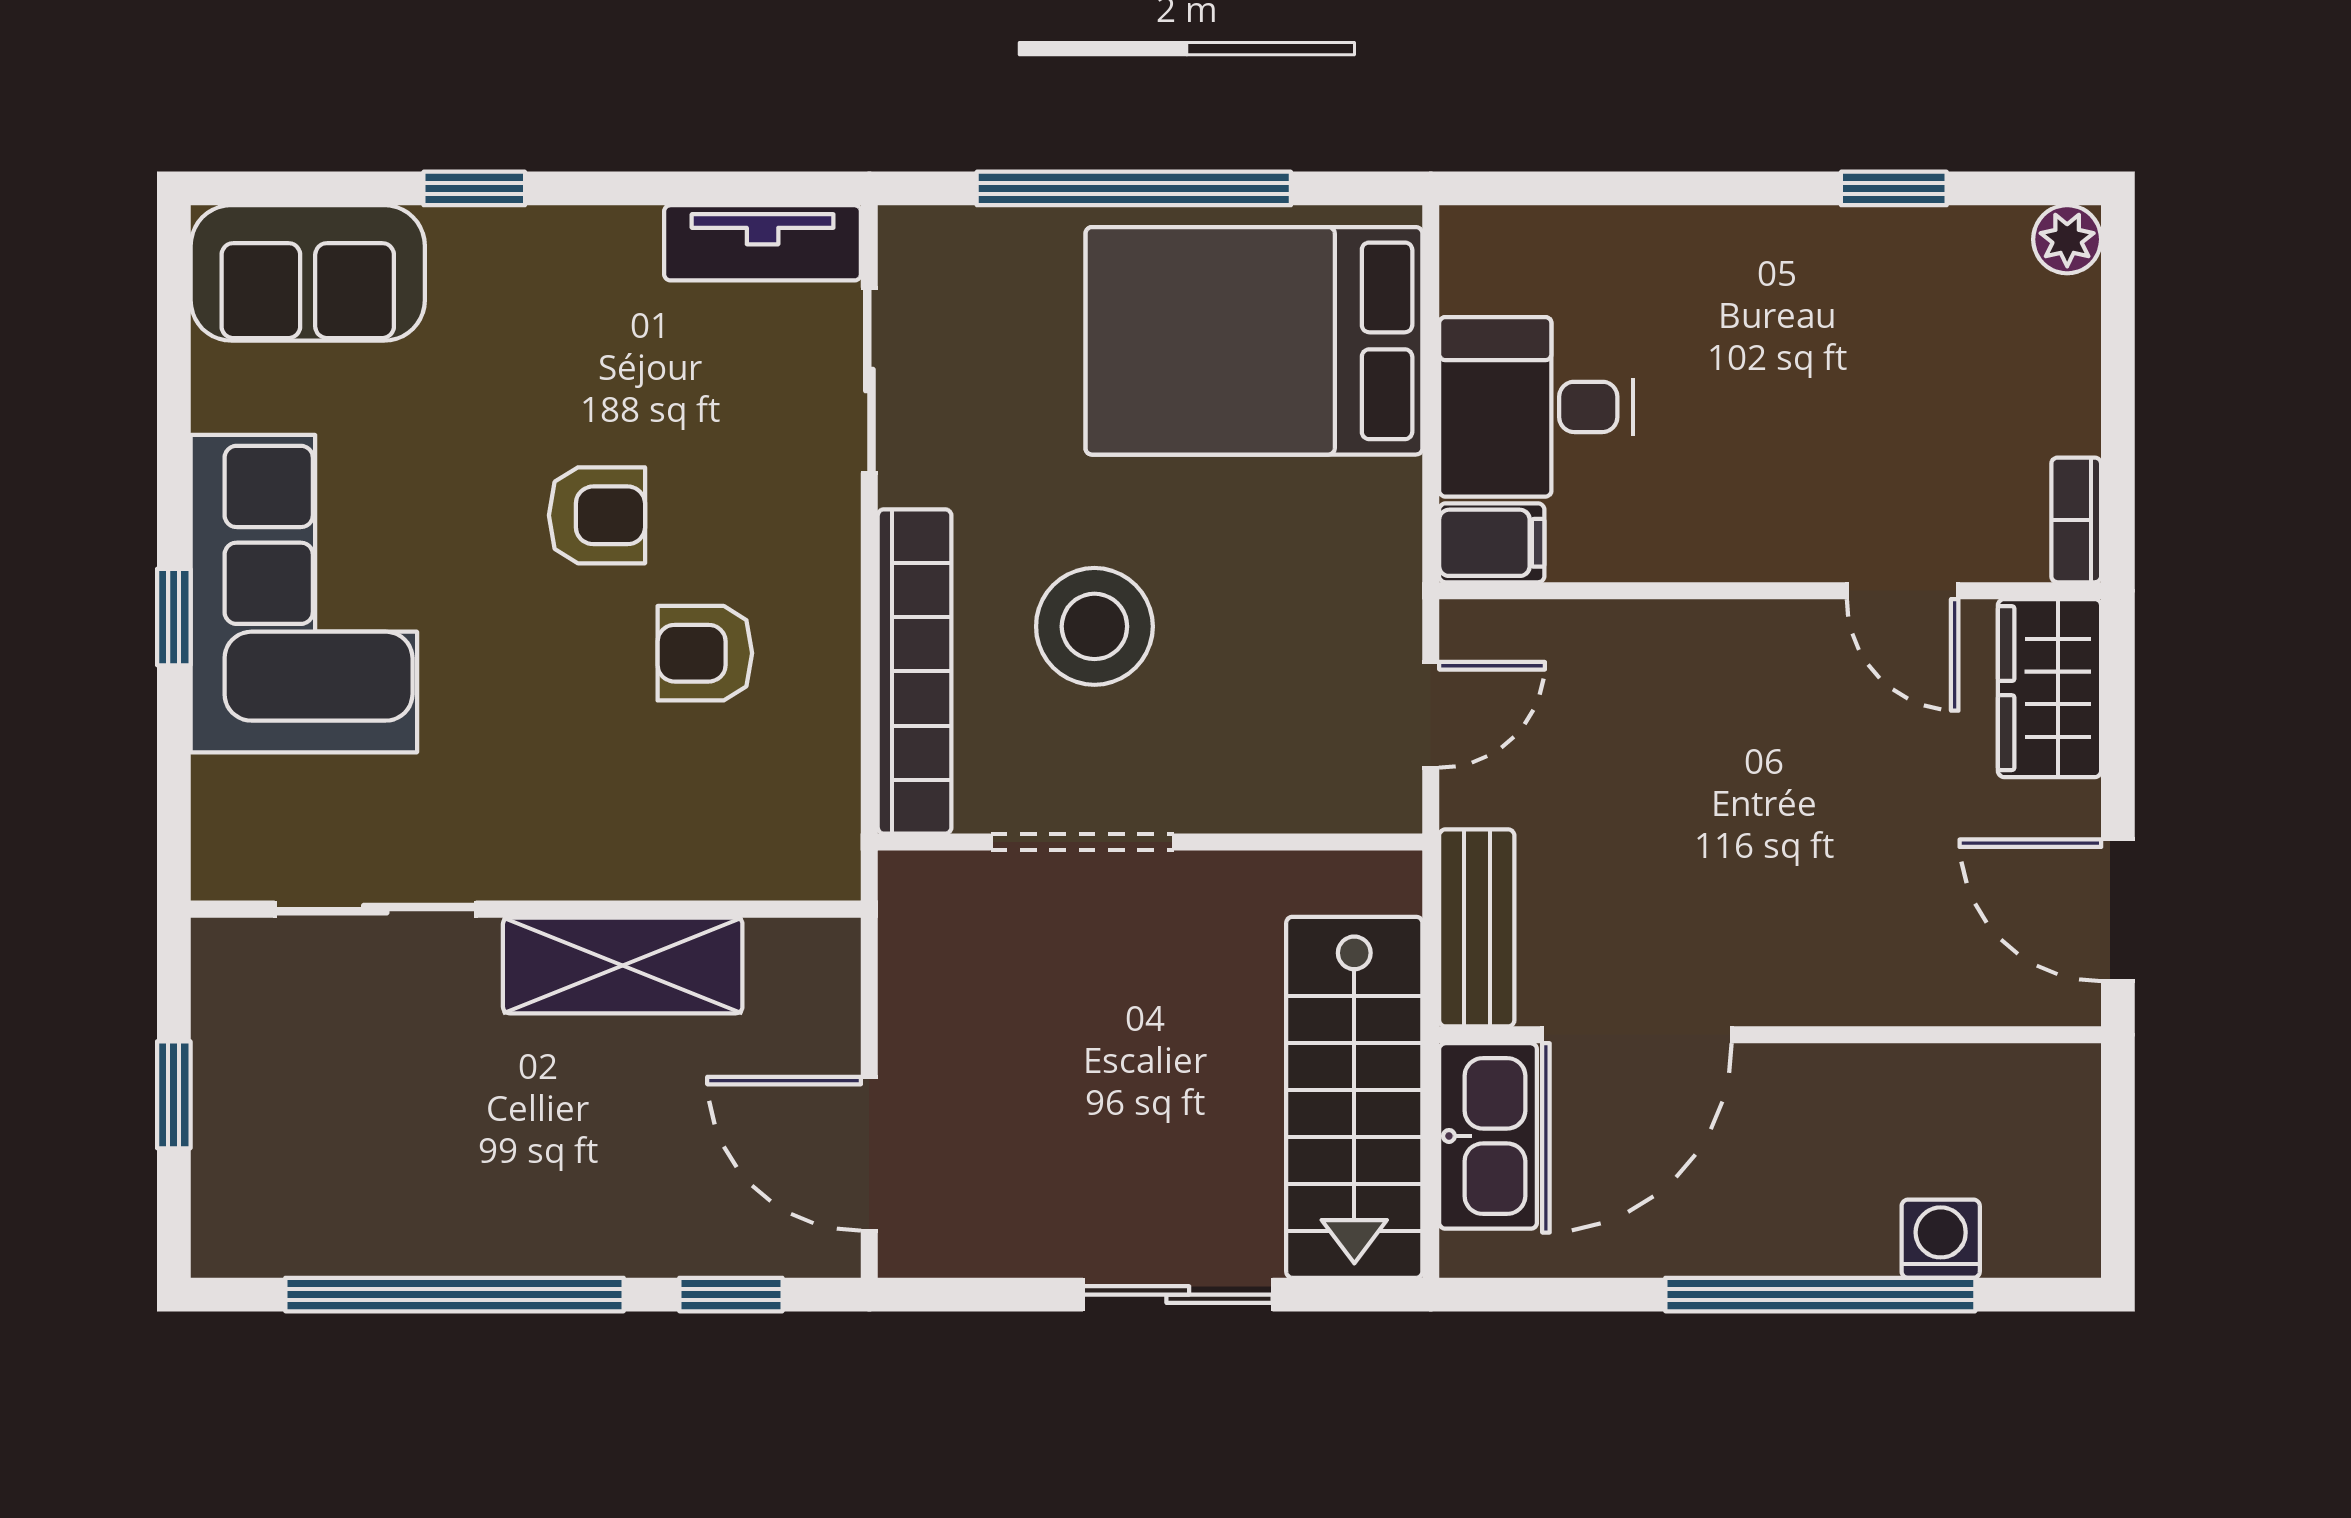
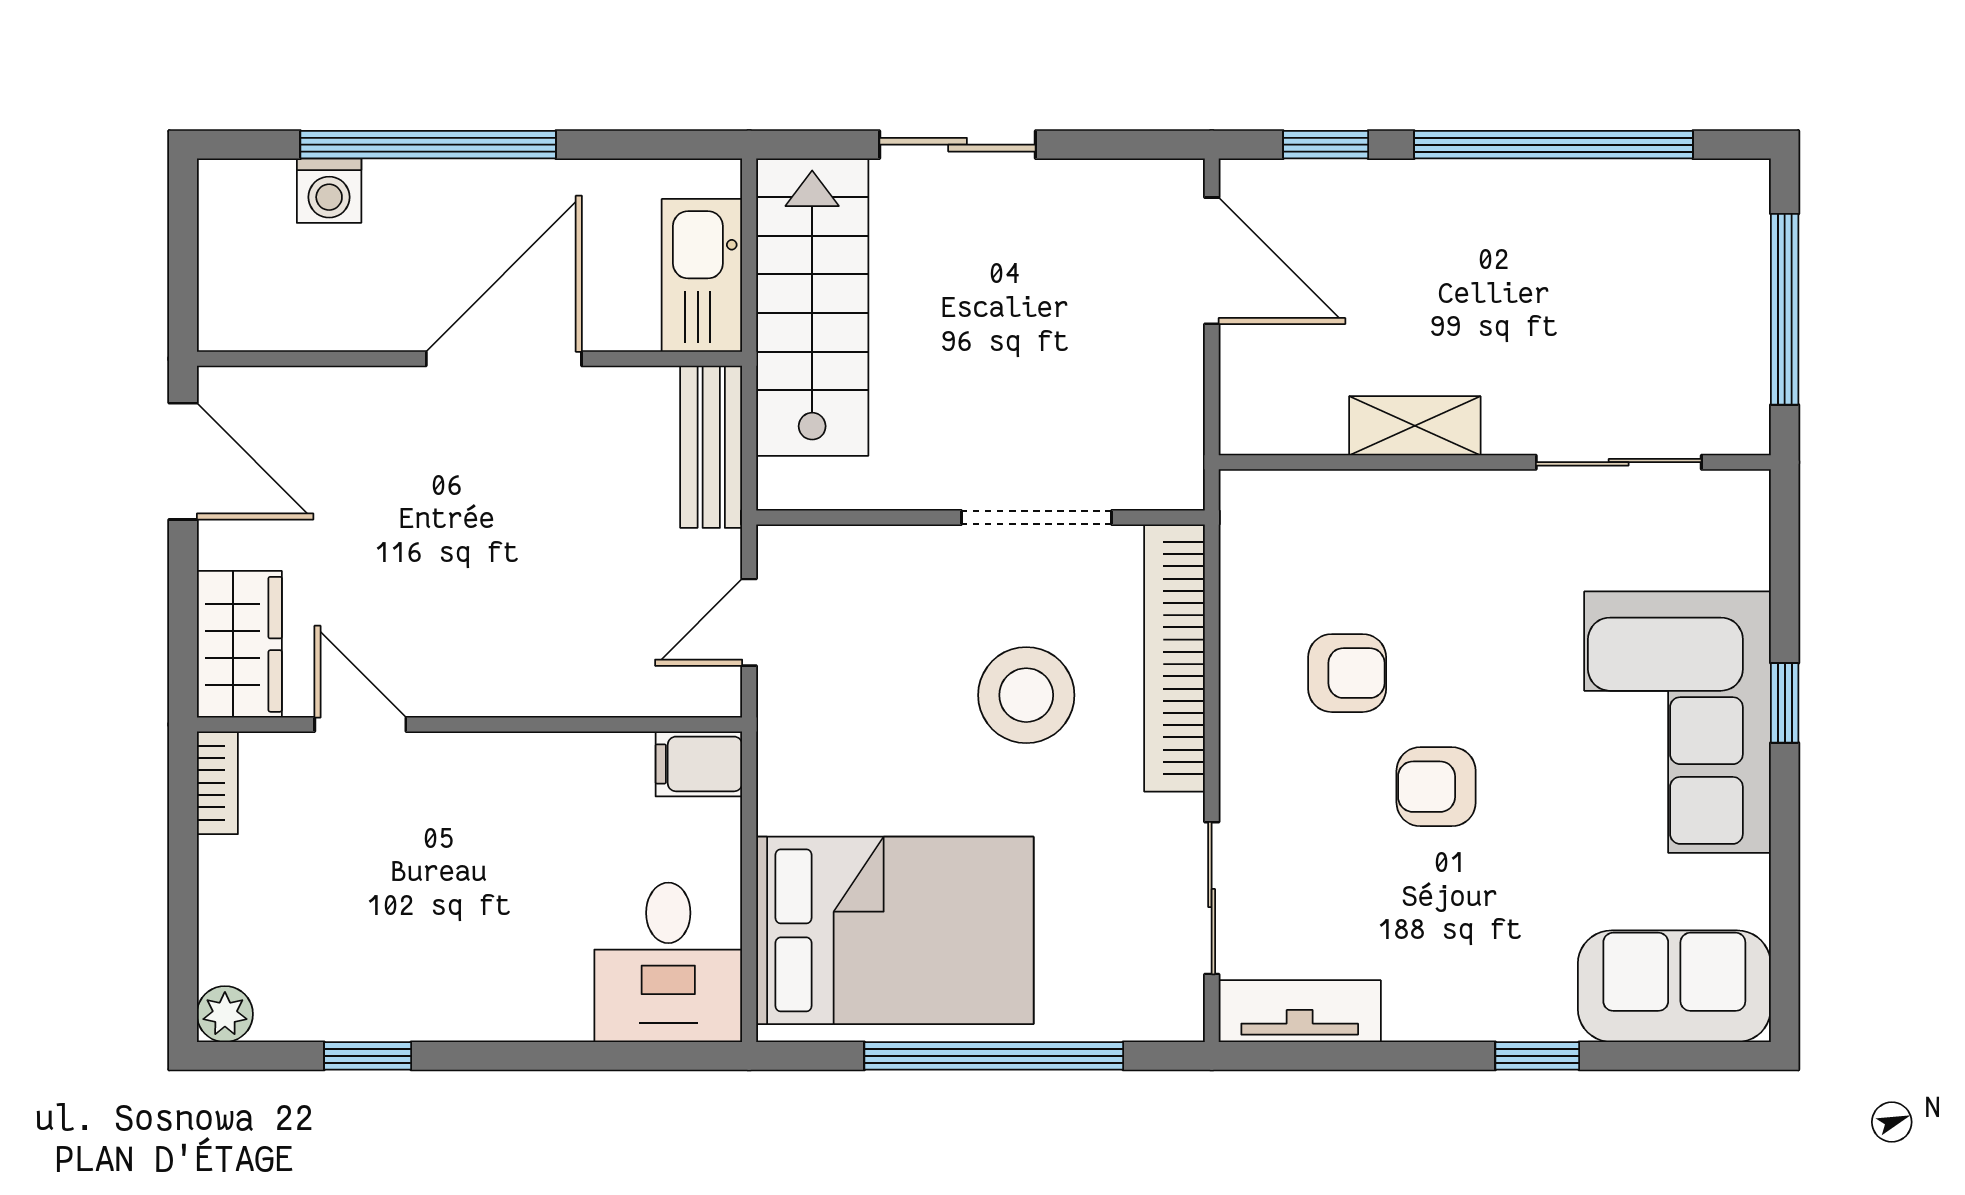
desk: (1536, 407) -> (668, 962), moved, turned 90
shelving: (623, 965) -> (1415, 426), width x0.67, depth x0.75
door: (1637, 1035) -> (504, 359), moved
window: (174, 1095) -> (1785, 309), width x2.17

